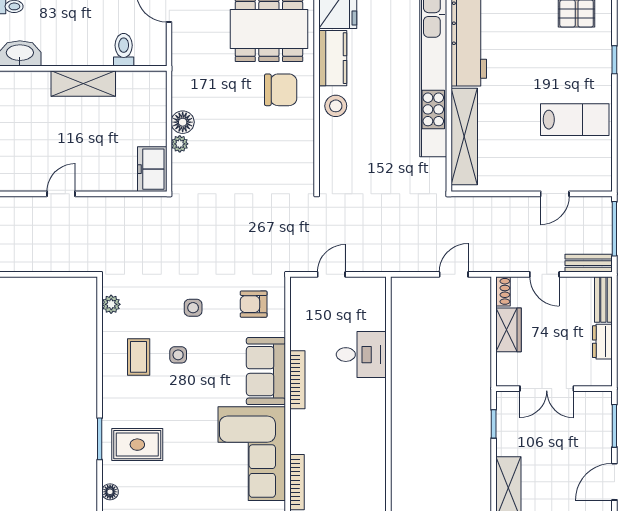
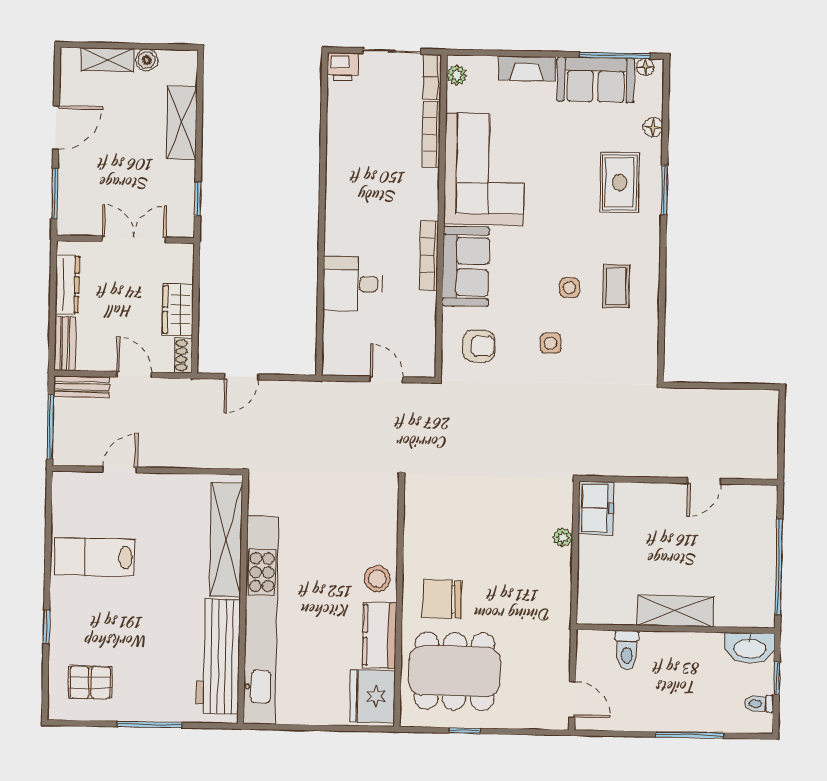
floor lamp: (183, 122) -> (559, 563), removed
door: (331, 274) -> (386, 379), swing flipped
plant: (111, 304) -> (647, 349), removed
dresser: (602, 342) -> (67, 285), width x1.44
rug: (137, 445) -> (620, 182), turned 90

